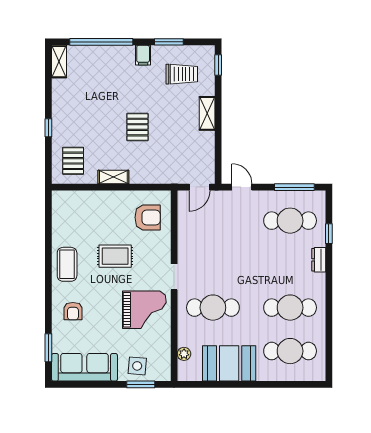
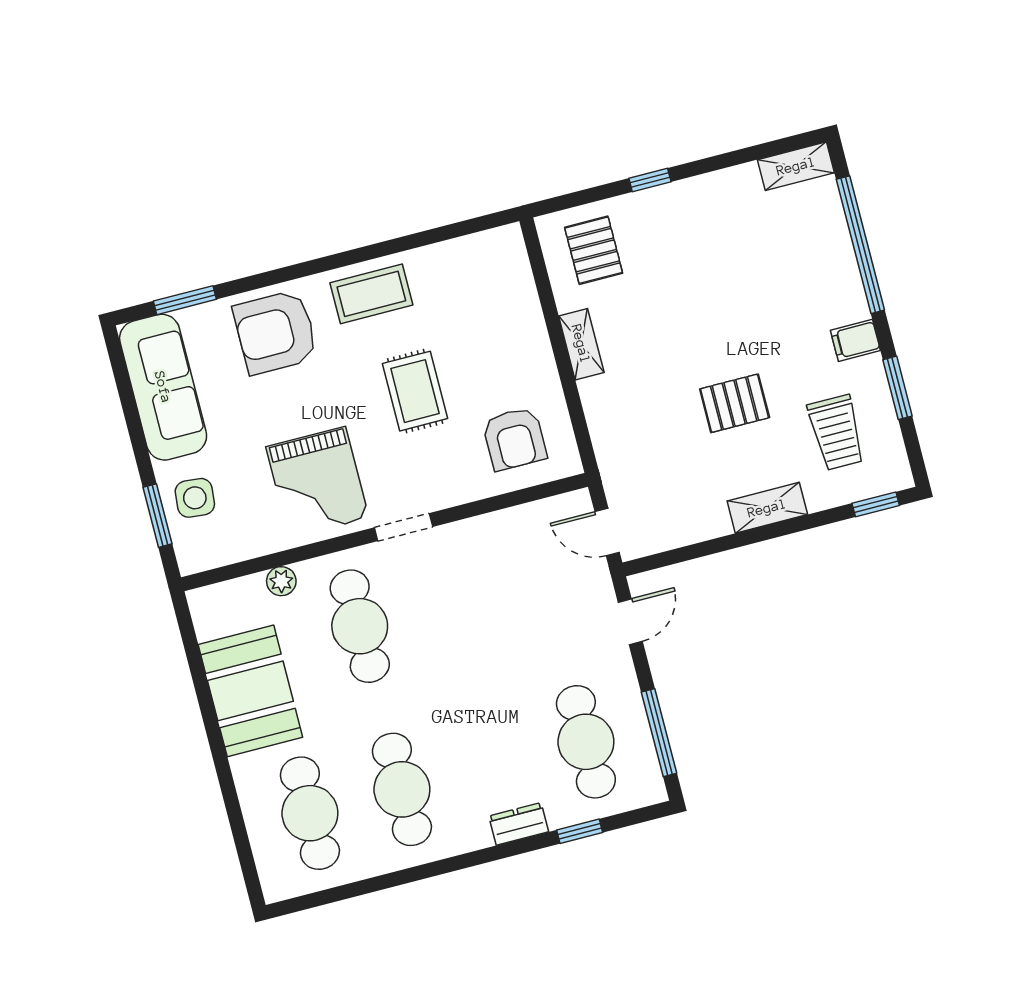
pallet: (137, 127) -> (735, 403), moved
pallet: (73, 161) -> (594, 250), turned 90
armchair: (73, 311) -> (276, 332), width x1.88, depth x1.88
plant: (184, 354) -> (281, 581), moved

